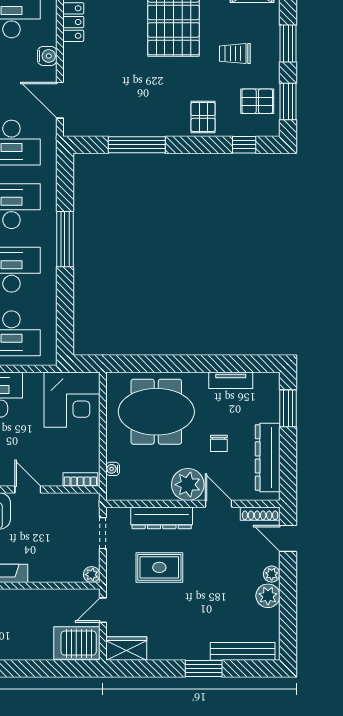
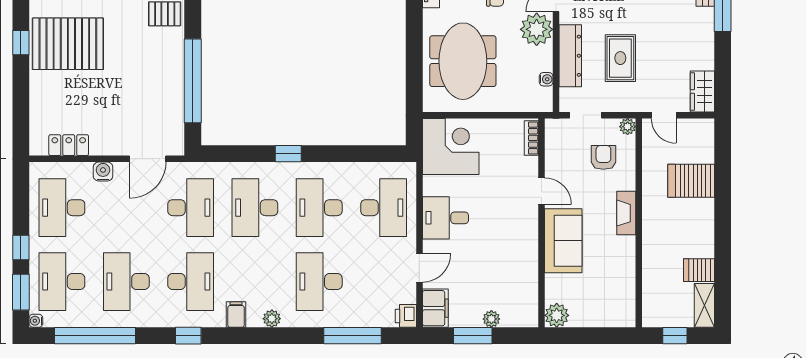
window: (137, 145) -> (193, 81), width x1.46
window: (65, 239) -> (288, 154), width x0.46
water cooler: (113, 469) -> (546, 79), moved, turned -90
door: (28, 489) -> (542, 191), swing flipped
armchair: (61, 551) -> (603, 157), added
server rack: (77, 643) -> (691, 181), moved, turned 90

